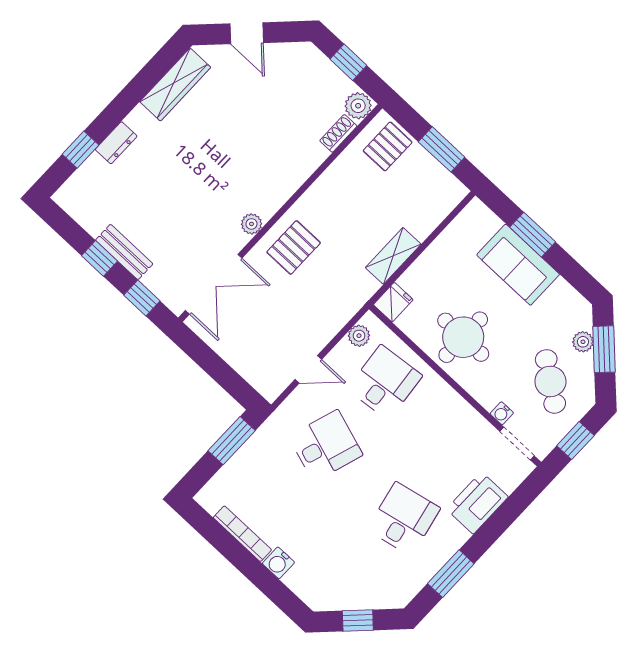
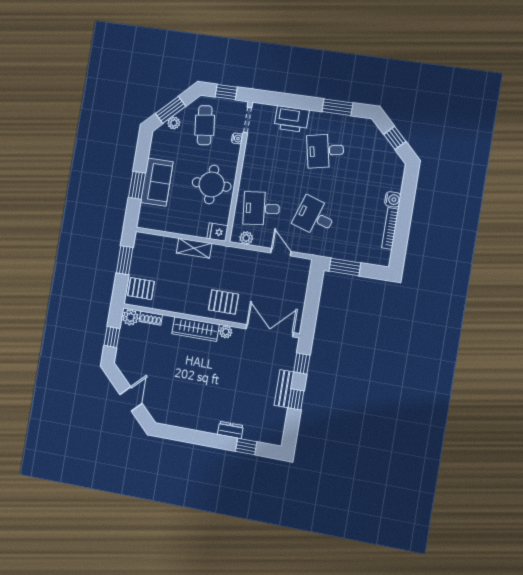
wardrobe: (175, 85) -> (196, 329), moved, turned 180
cafe table: (550, 381) -> (205, 125), turned -43

